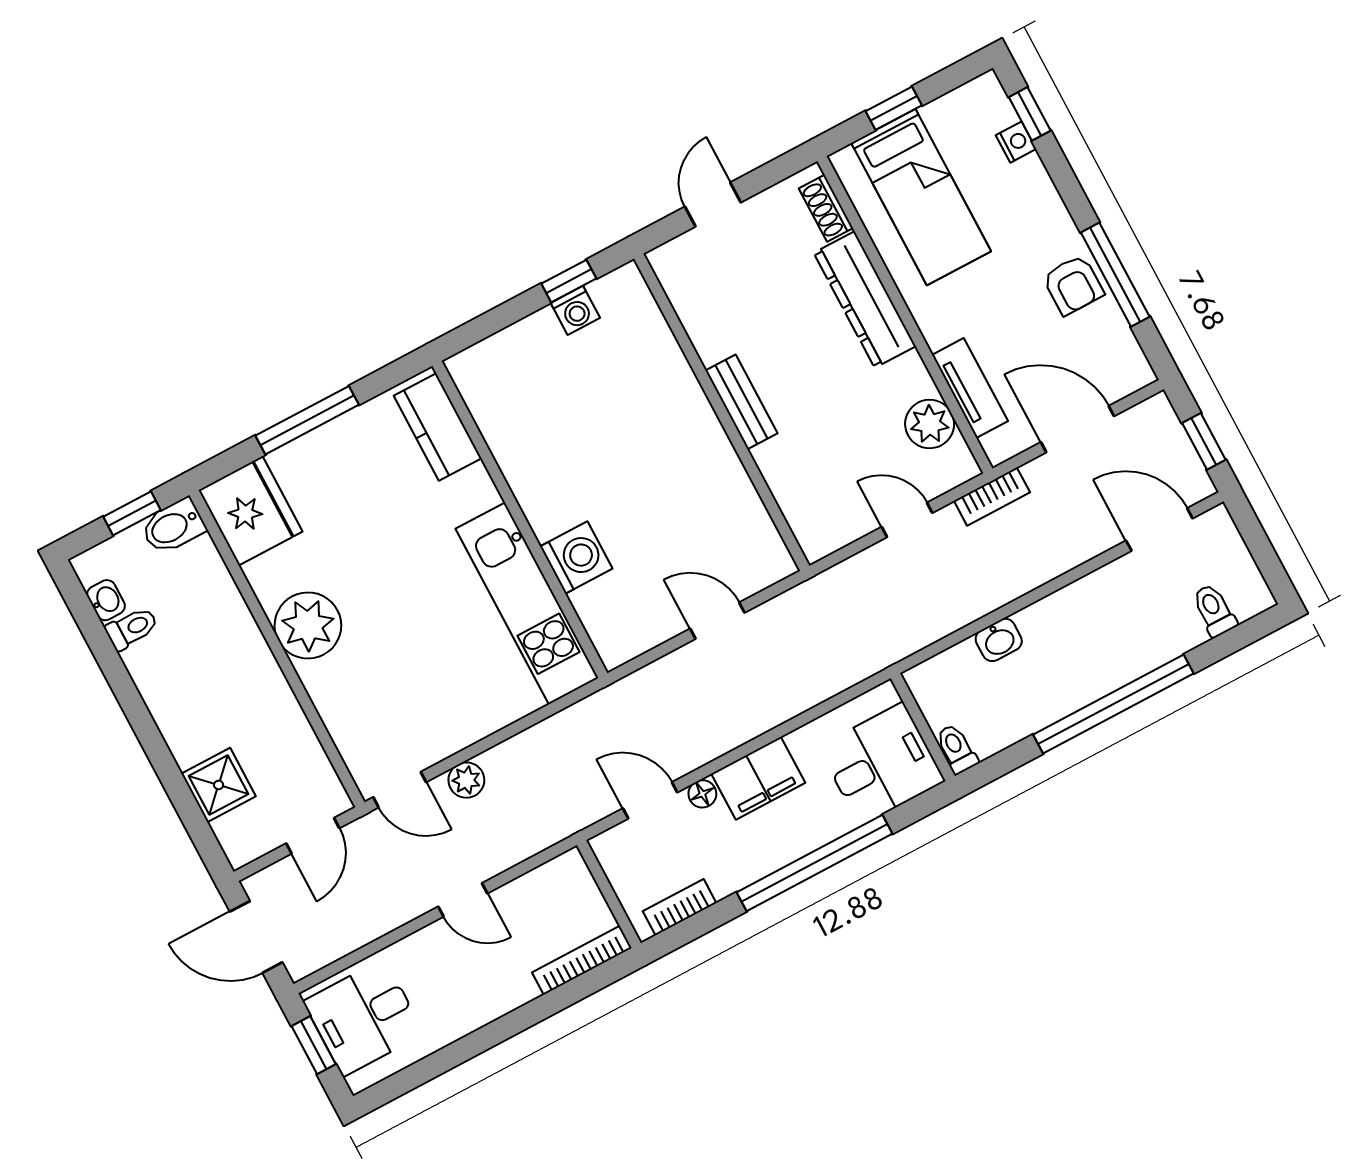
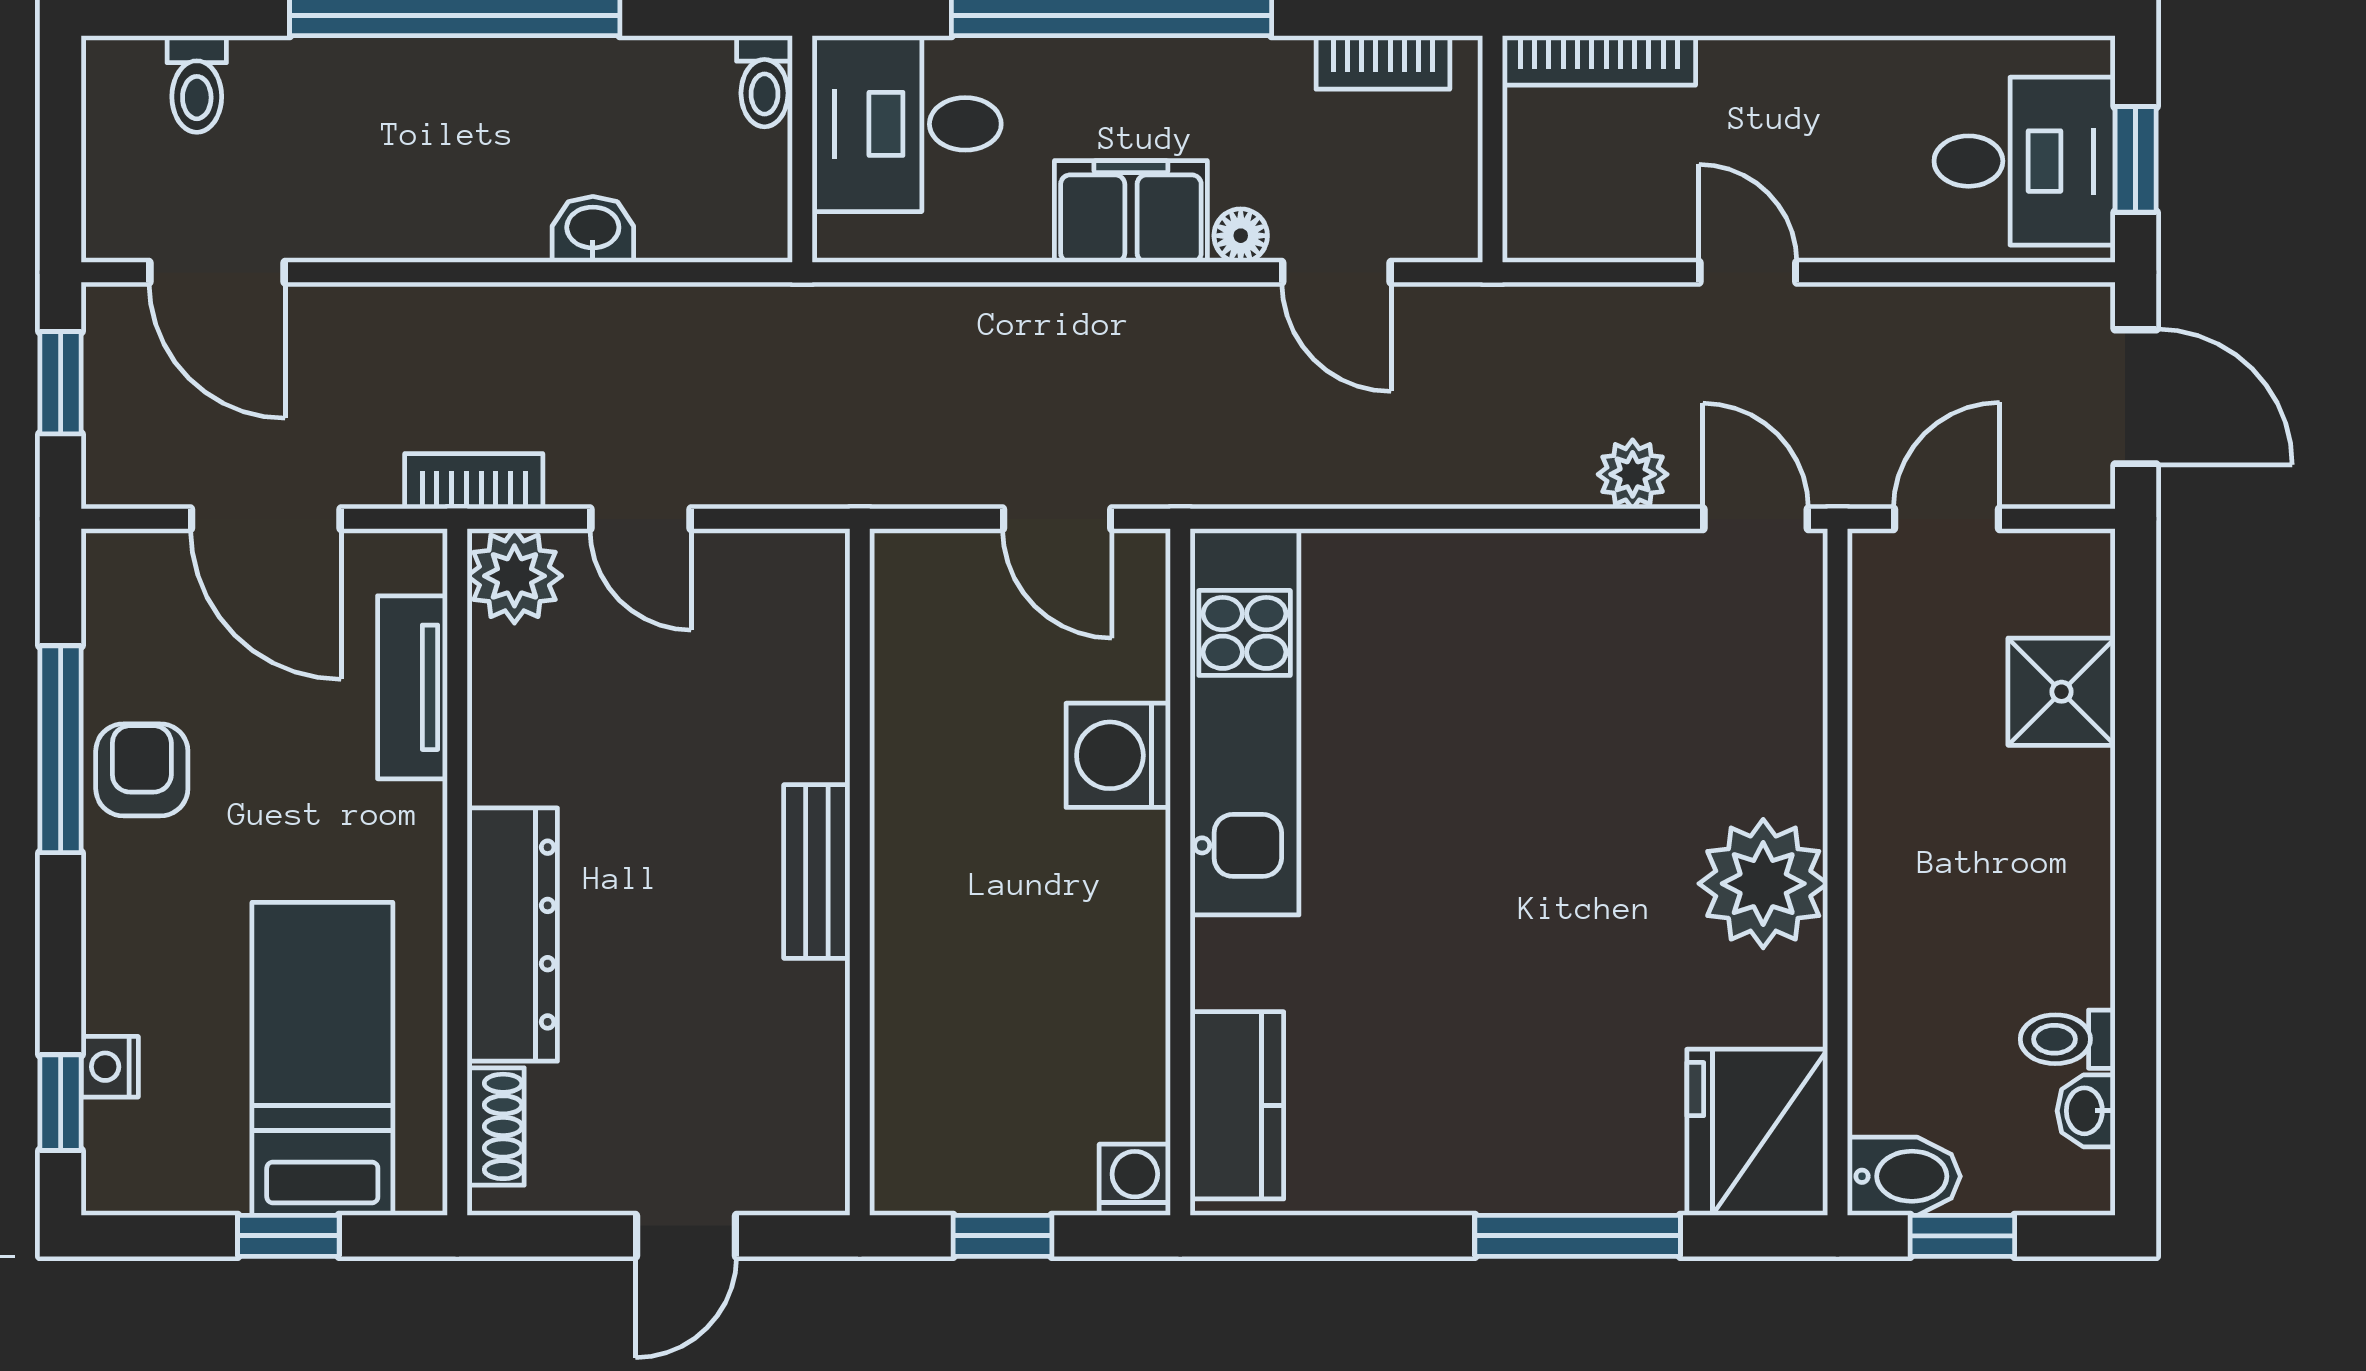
washing machine: (575, 310) -> (1135, 1180), moved
plant: (930, 424) -> (514, 576), moved
kitchen counter: (438, 427) -> (1237, 1105), moved
wall: (520, 519) -> (1180, 872), moved
washing machine: (576, 558) -> (1118, 755), moved
kitchen unit: (527, 603) -> (1245, 722), moved

